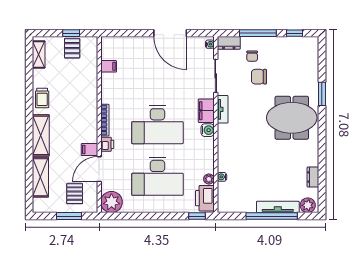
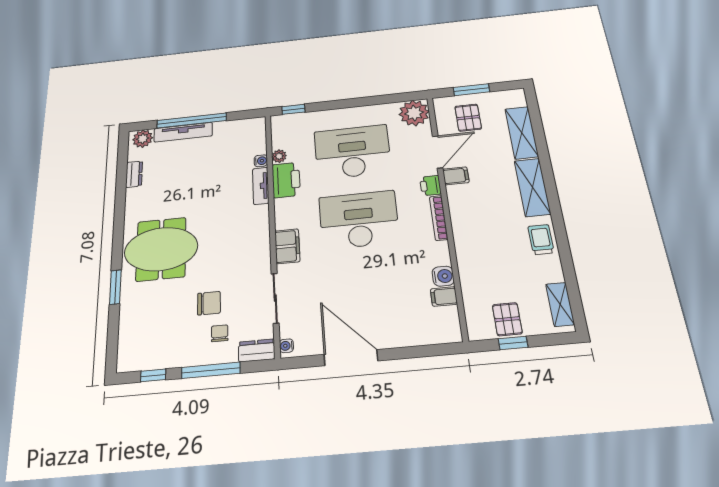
tv unit: (223, 109) -> (261, 186), moved
water cooler: (208, 130) -> (443, 276), moved, turned 180
printer: (205, 198) -> (286, 180), moved

